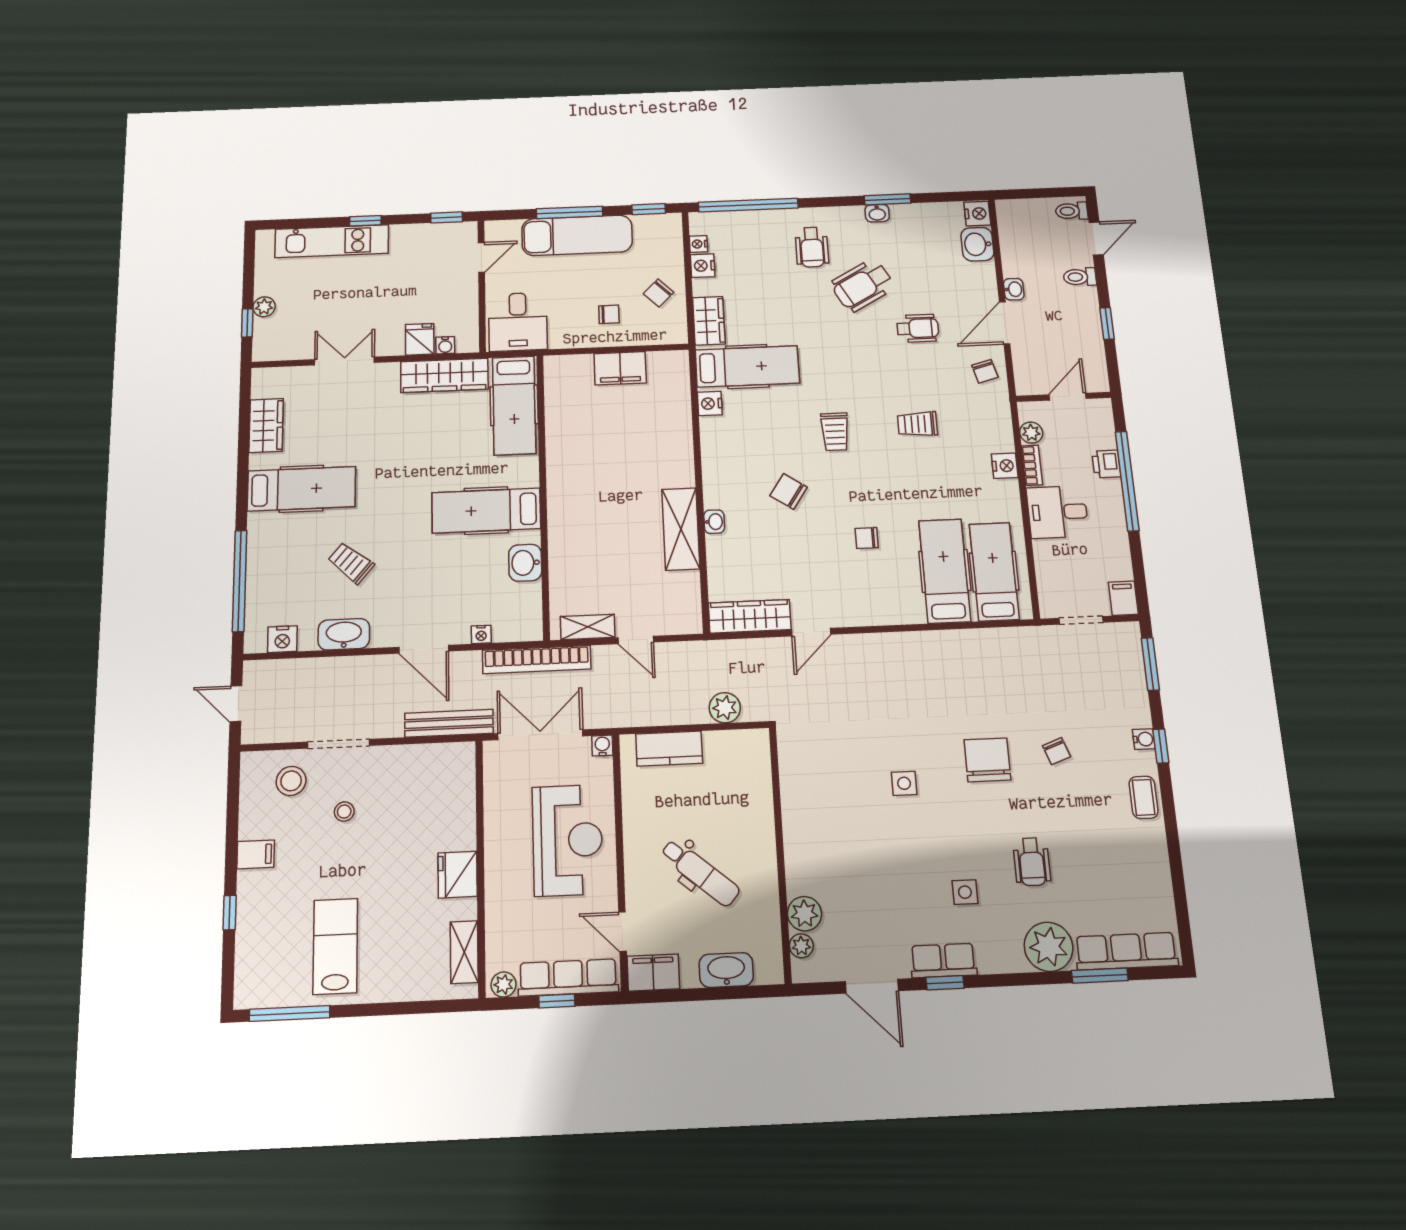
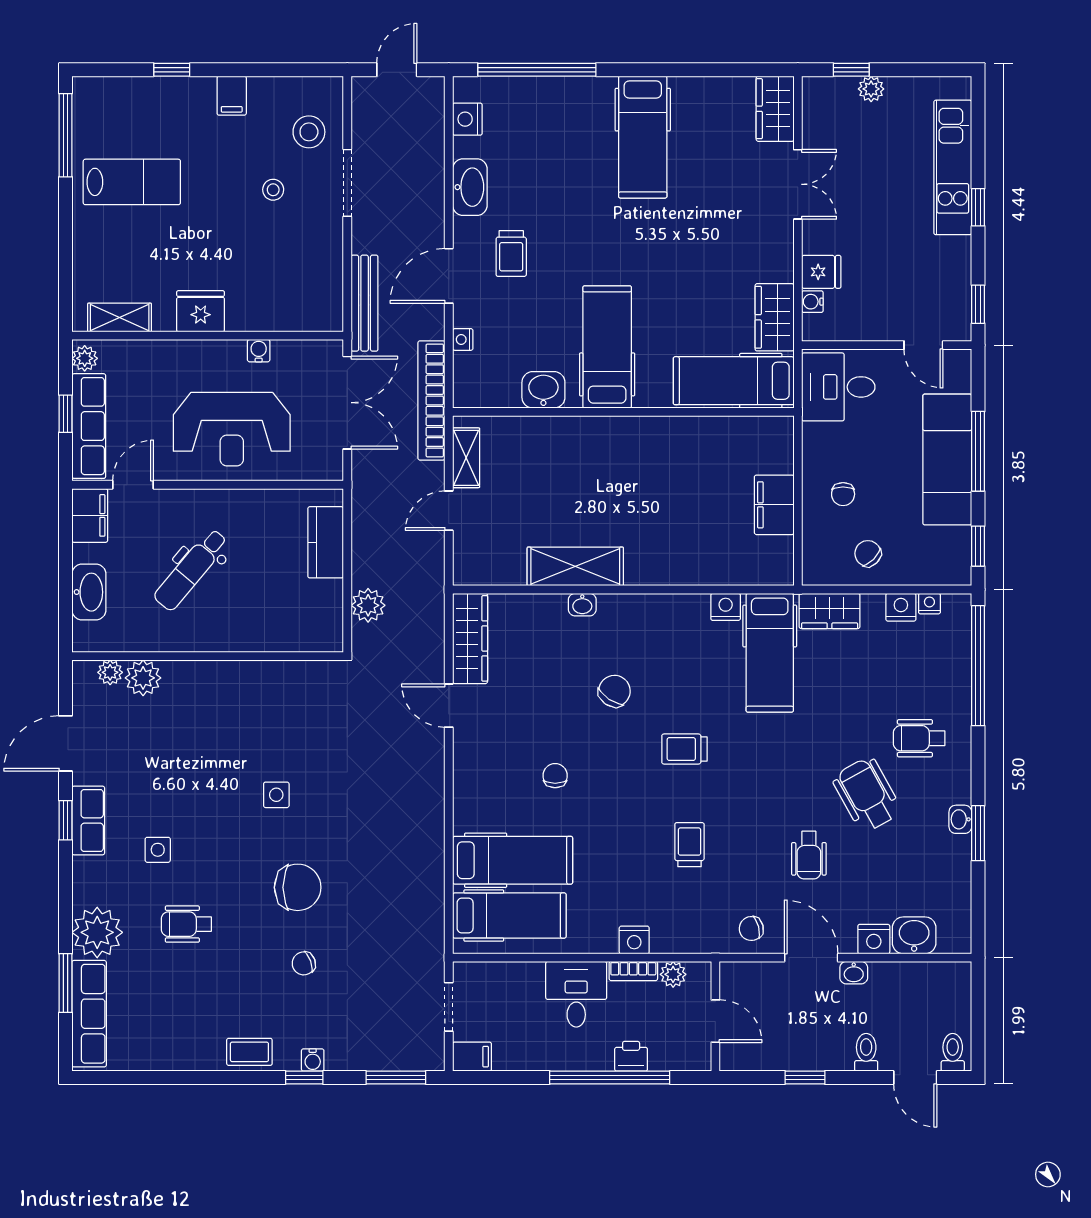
nightstand: (977, 214) -> (874, 939), moved
wardrobe: (444, 375) -> (775, 317), width x0.67
wardrobe: (266, 425) -> (775, 109), moved, turned 90
trolley: (351, 563) -> (511, 254), moved, turned 140
water cooler: (602, 746) -> (259, 351), moved, turned -90

